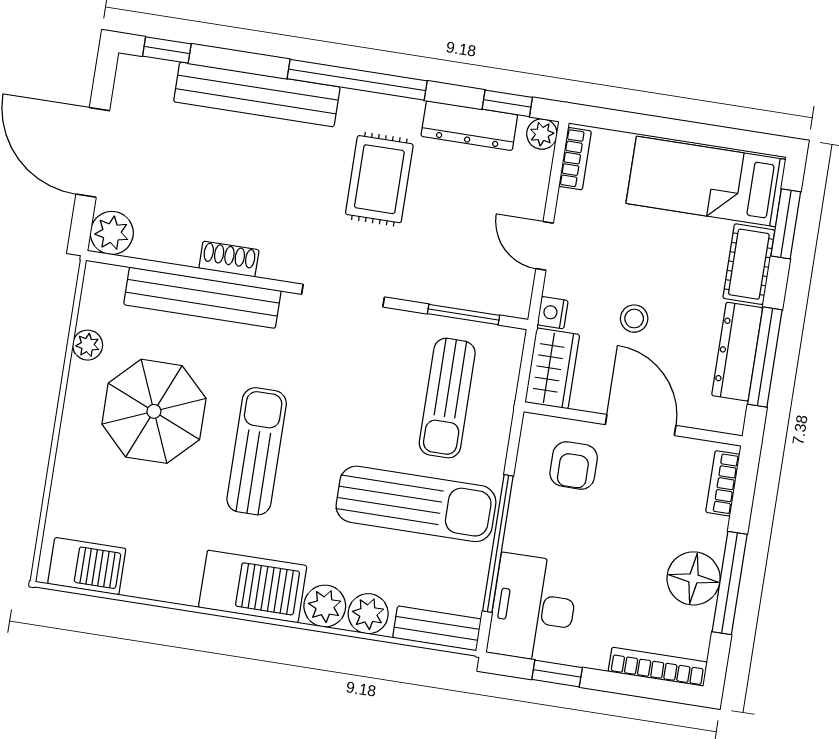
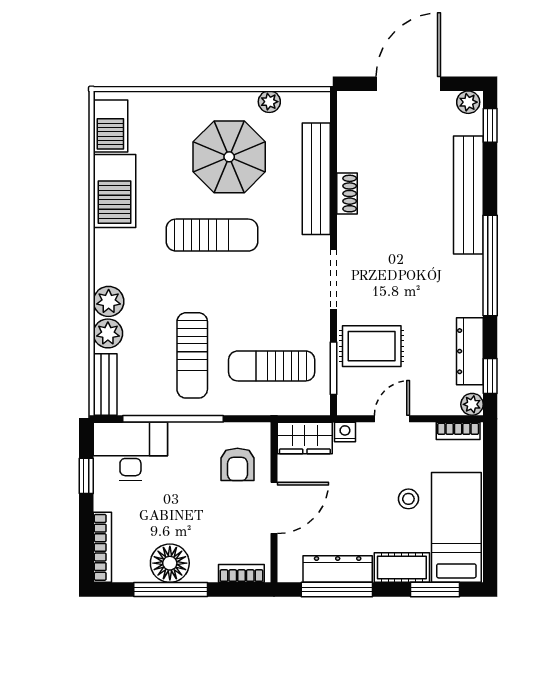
rug: (379, 179) -> (372, 346), moved
plant: (112, 233) -> (468, 102), moved, width x0.73, depth x0.73
stool: (634, 319) -> (408, 499), moved
armchair: (574, 465) -> (237, 464), turned -90
sun lounger: (416, 504) -> (192, 355), width x0.73, depth x0.75
barbecue: (253, 586) -> (114, 191), moved

